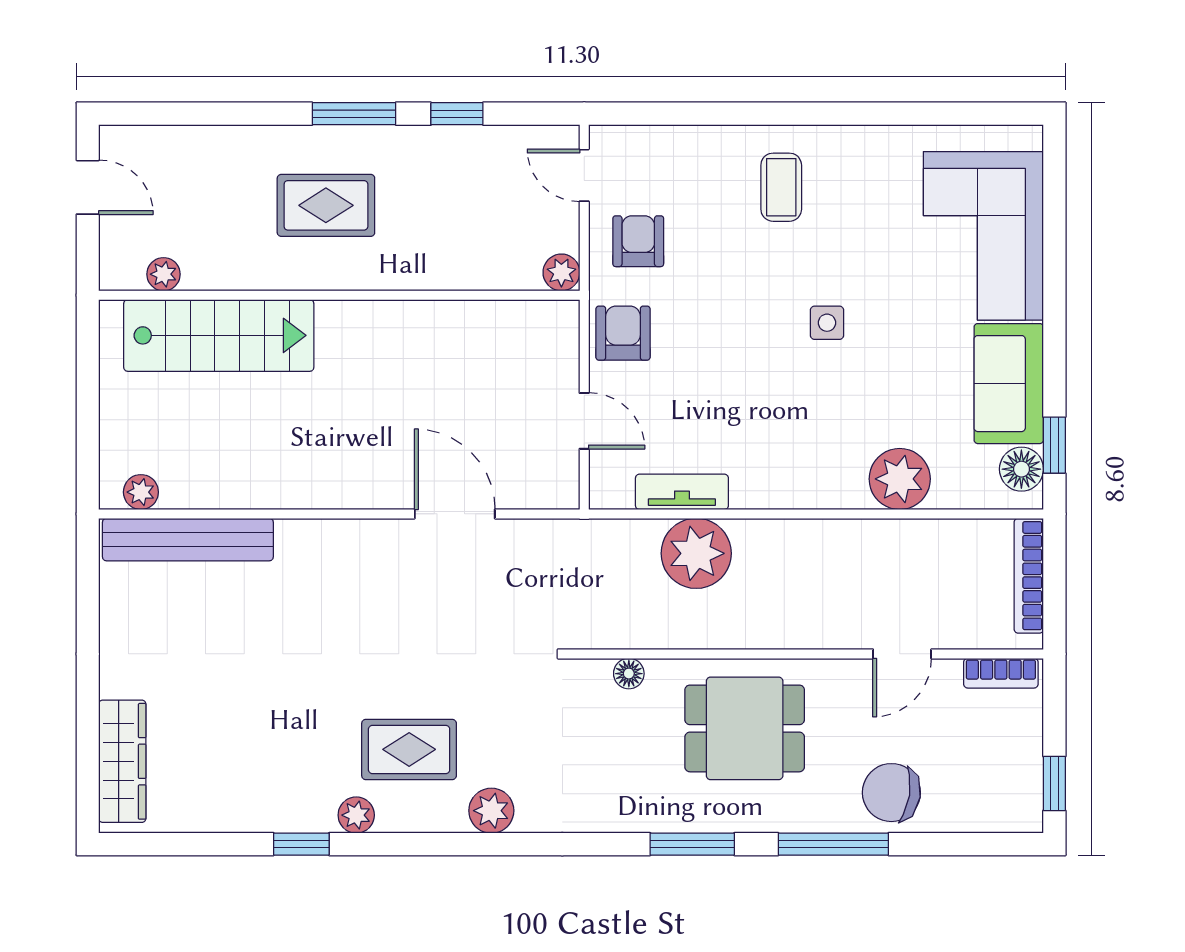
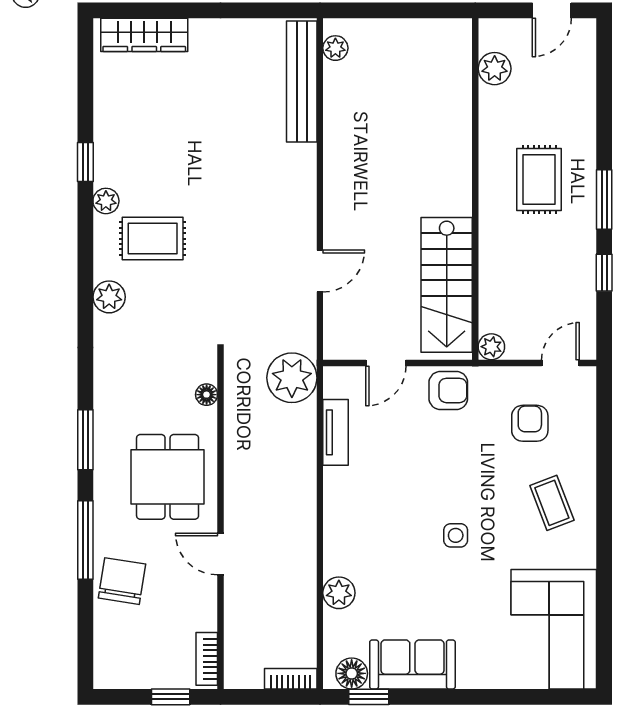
coffee table: (781, 187) -> (552, 503), turned 69
corner sofa: (983, 236) -> (554, 629), moved, turned -90
armchair: (638, 241) -> (530, 423), moved, turned -90
plant: (164, 274) -> (495, 69), width x1.38, depth x1.38
stairs: (219, 335) -> (447, 285), moved
plant: (900, 479) -> (339, 593), width x0.73, depth x0.73
door: (455, 514) -> (320, 271), width x0.73
plant: (696, 553) -> (292, 378), moved
bookcase: (1029, 576) -> (291, 679), width x0.64
door: (902, 654) -> (220, 554), moved
rug: (409, 749) -> (153, 239), turned 90
window: (1054, 783) -> (171, 697), moved

